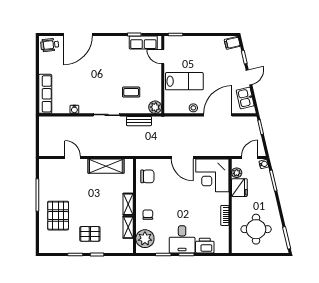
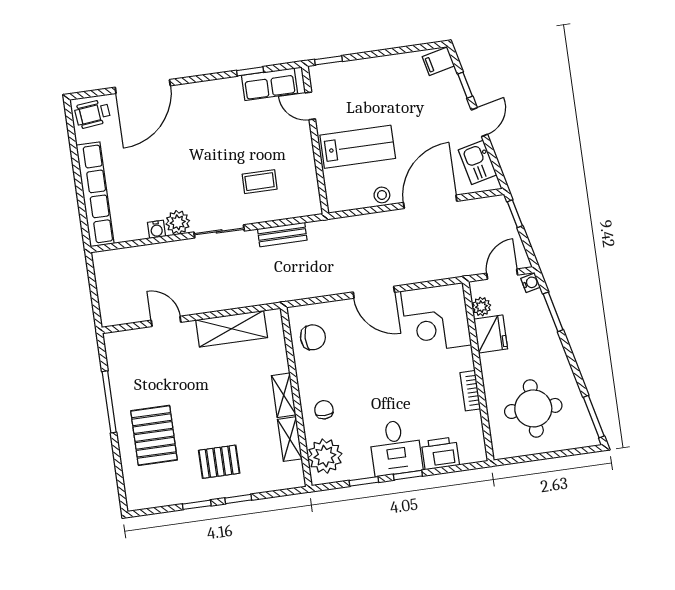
row of seats: (45, 94) -> (95, 194), width x1.36
plant: (155, 107) -> (178, 222), moved

